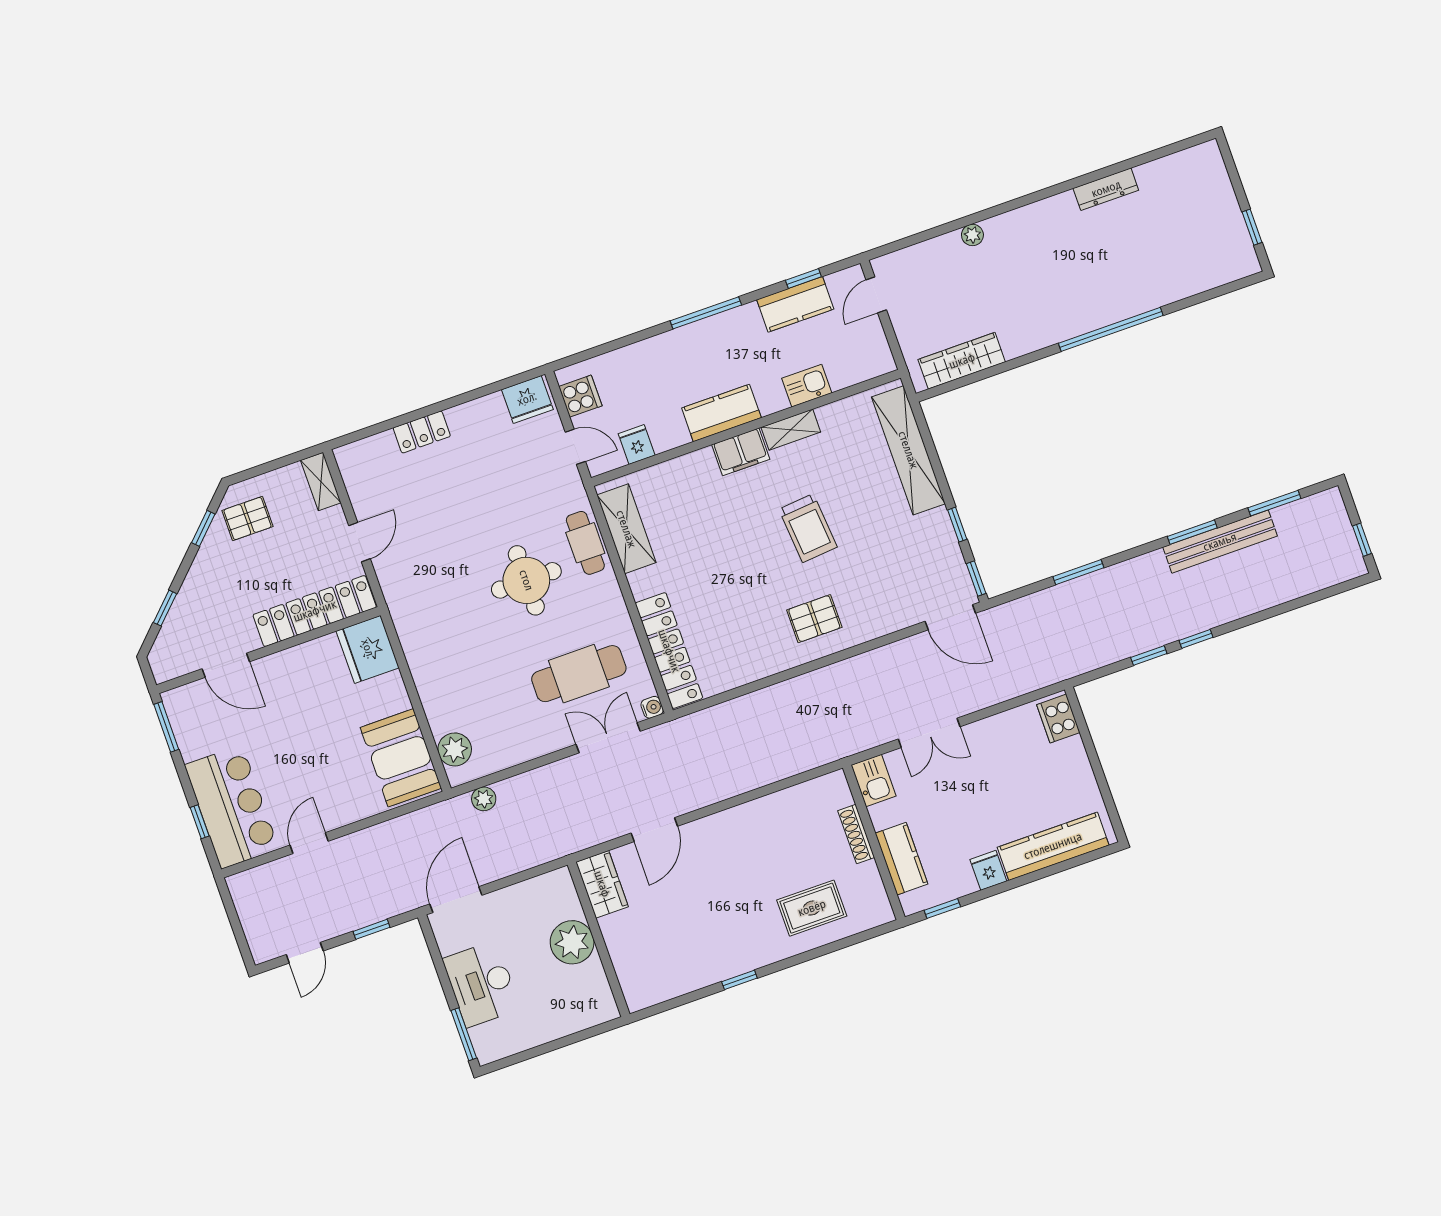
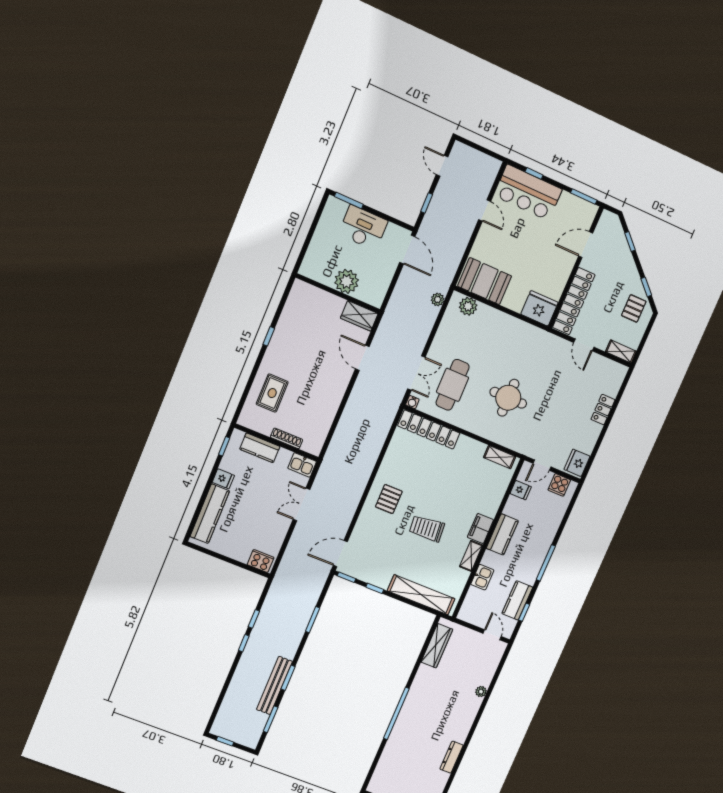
shelving: (626, 529) -> (500, 457), width x0.67, depth x0.75
cafe table: (585, 543) -> (501, 435), removed

